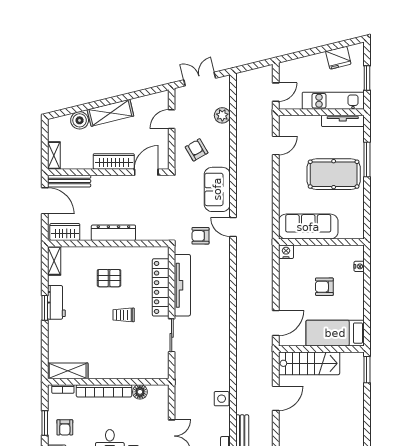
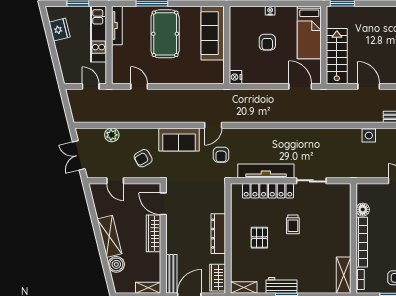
sofa: (308, 227) -> (213, 33), moved
nightstand: (359, 266) -> (270, 11), moved

